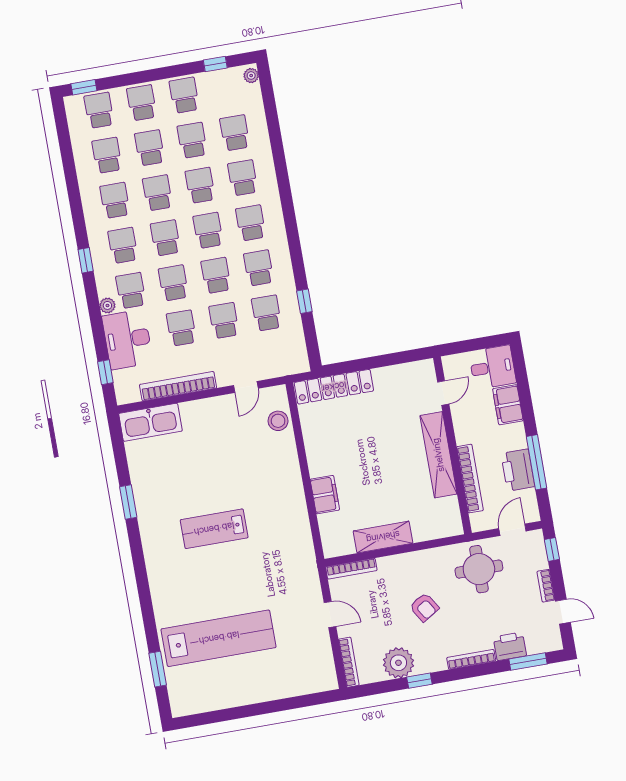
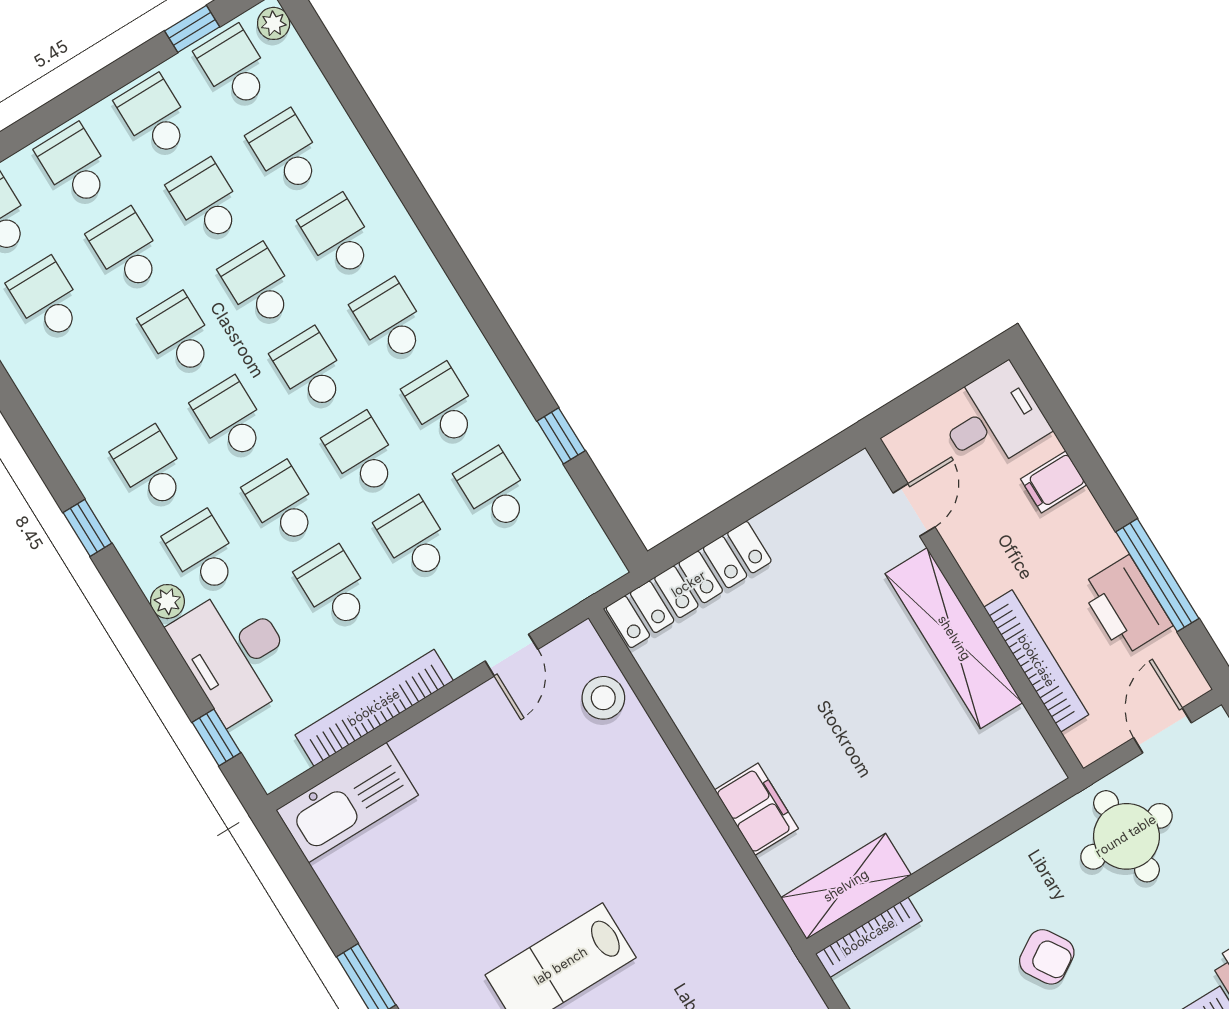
school desk: (115, 200) -> (234, 67), moved
filing cabinet: (508, 405) -> (1054, 482), width x0.50
shelving: (383, 537) -> (846, 886), moved

